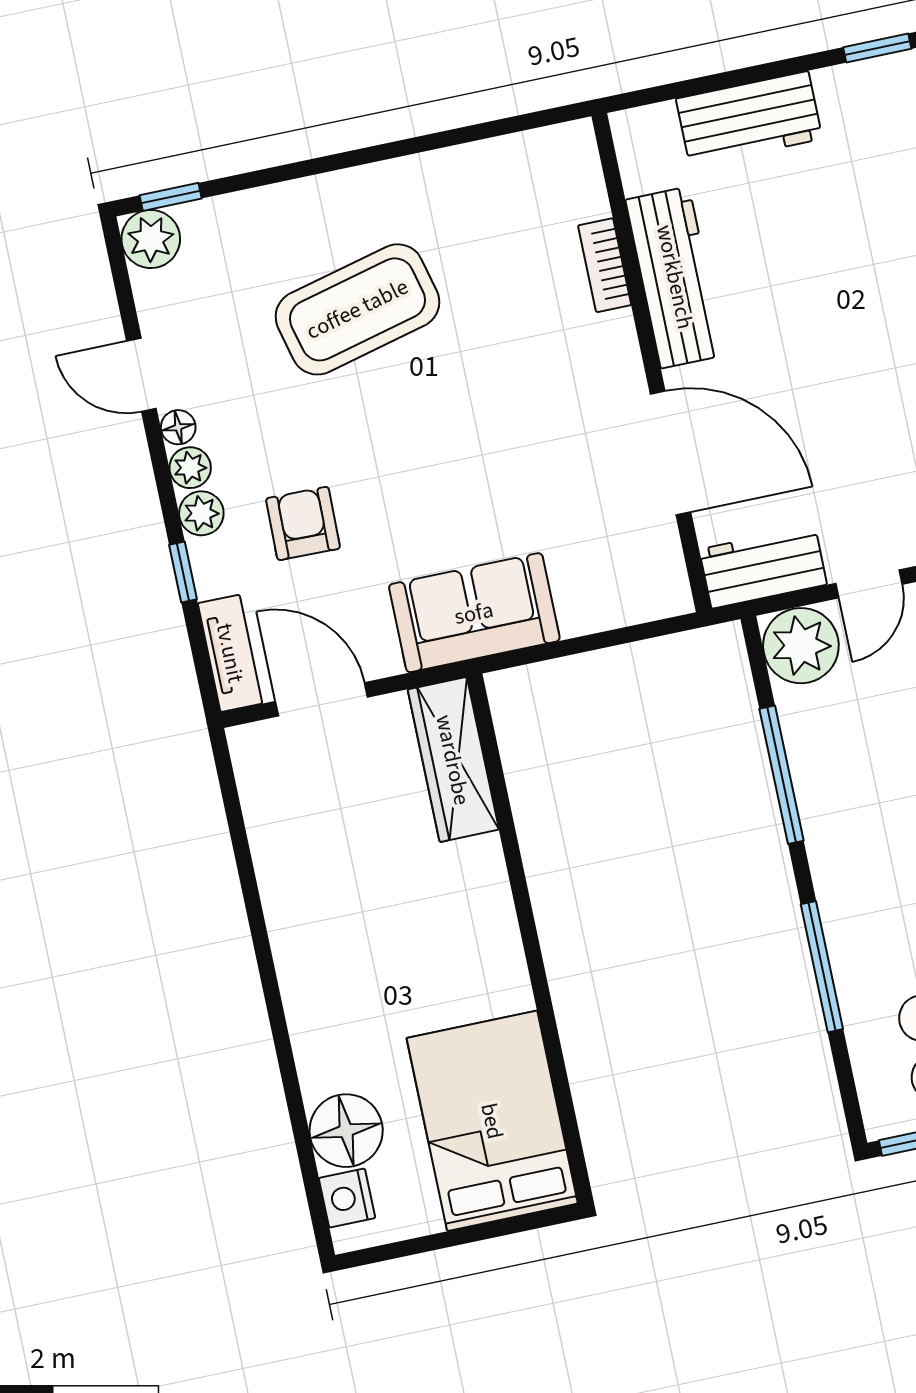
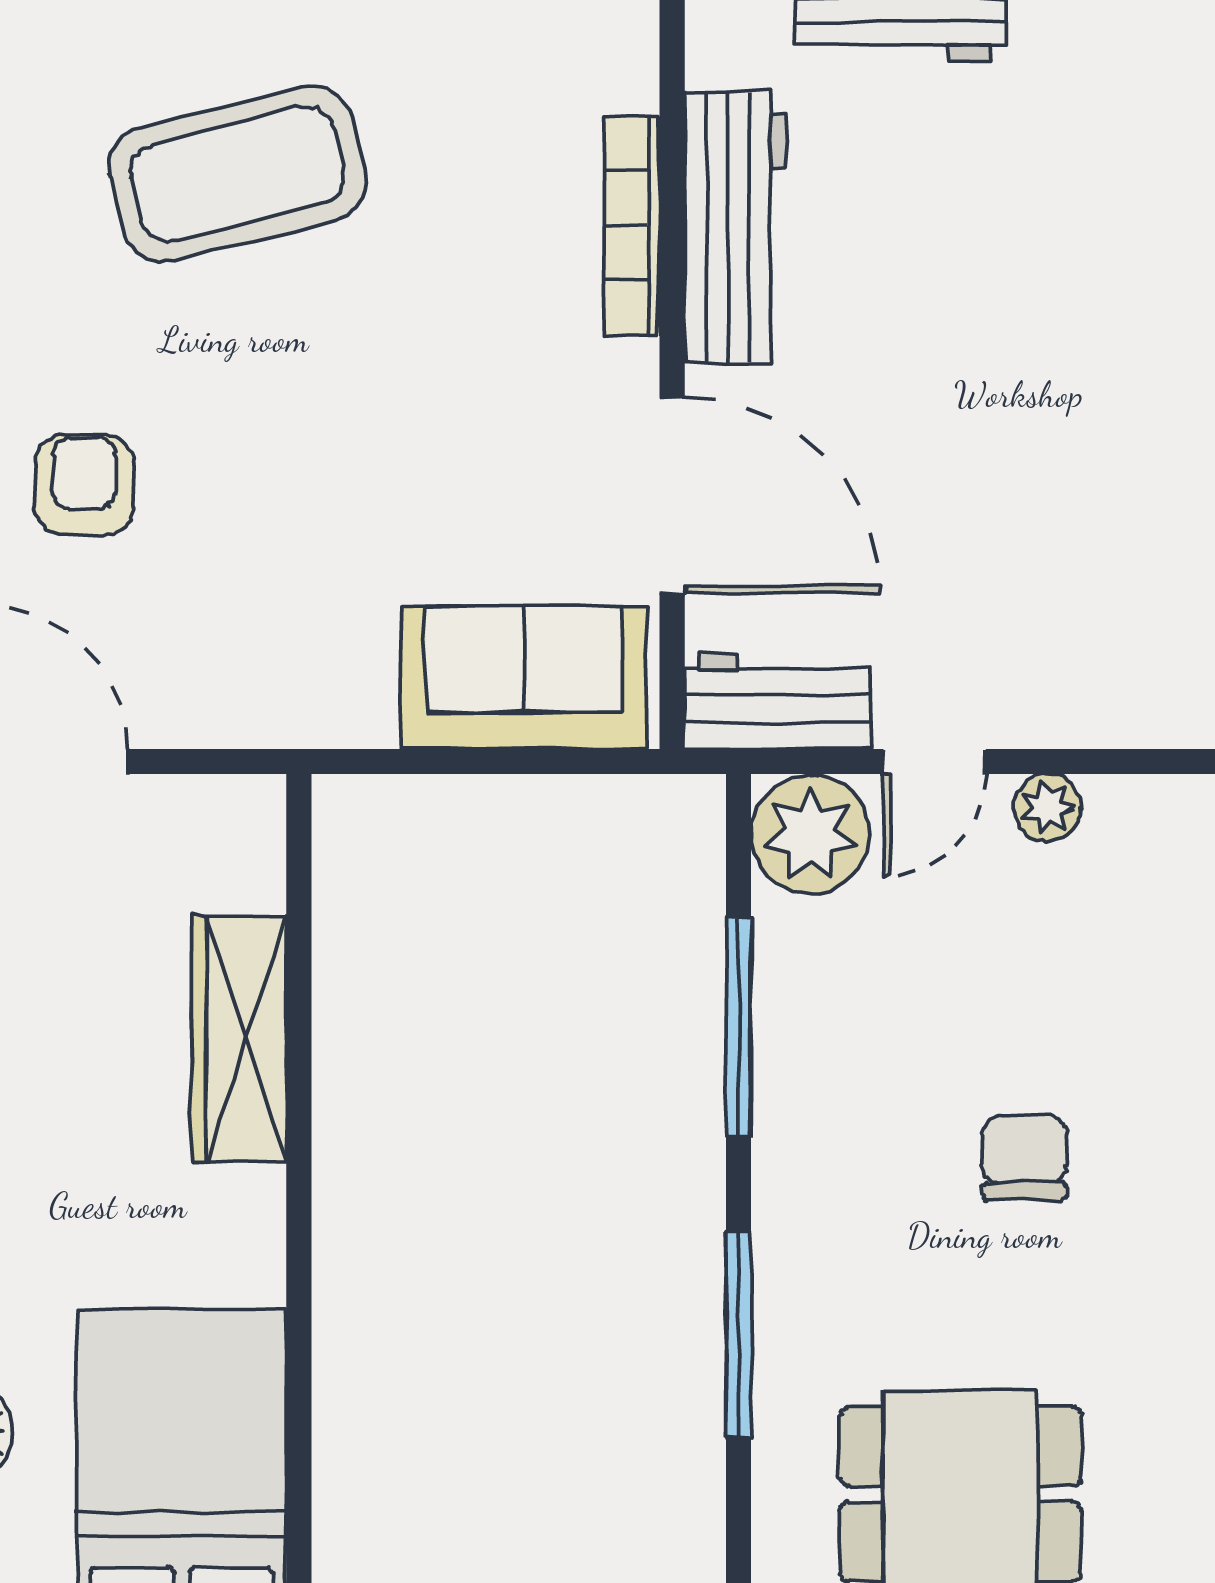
bookcase: (605, 265) -> (632, 226), width x1.56
sofa: (474, 613) -> (524, 678), moved
wardrobe: (453, 760) -> (239, 1039), moved

